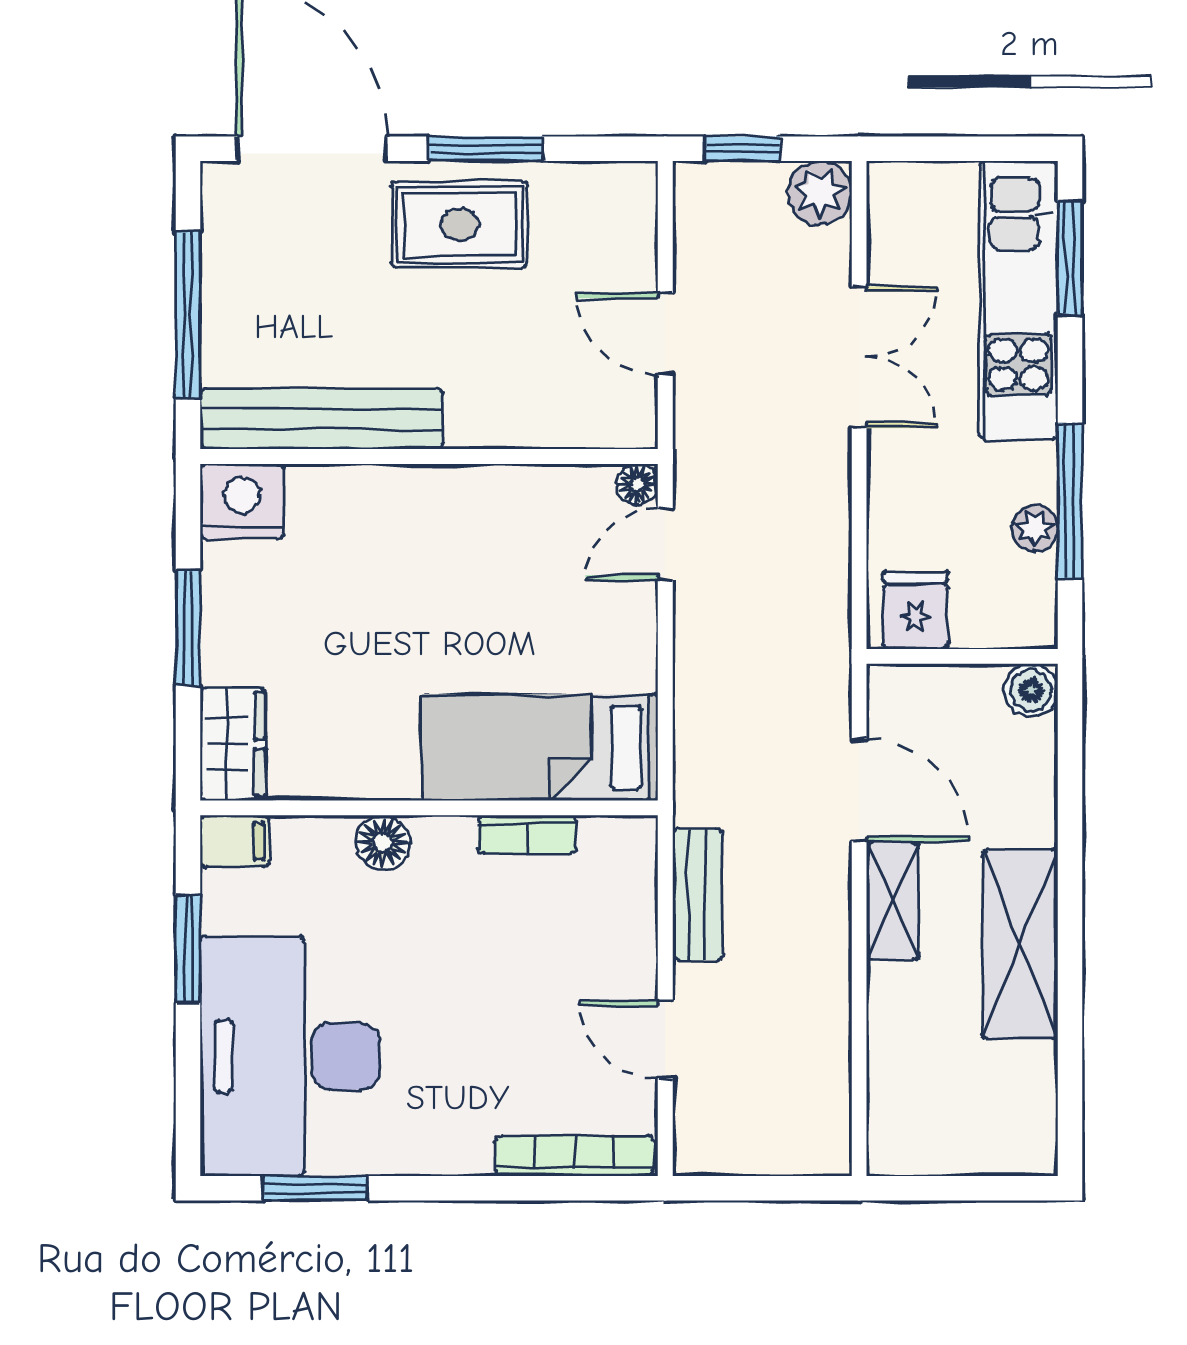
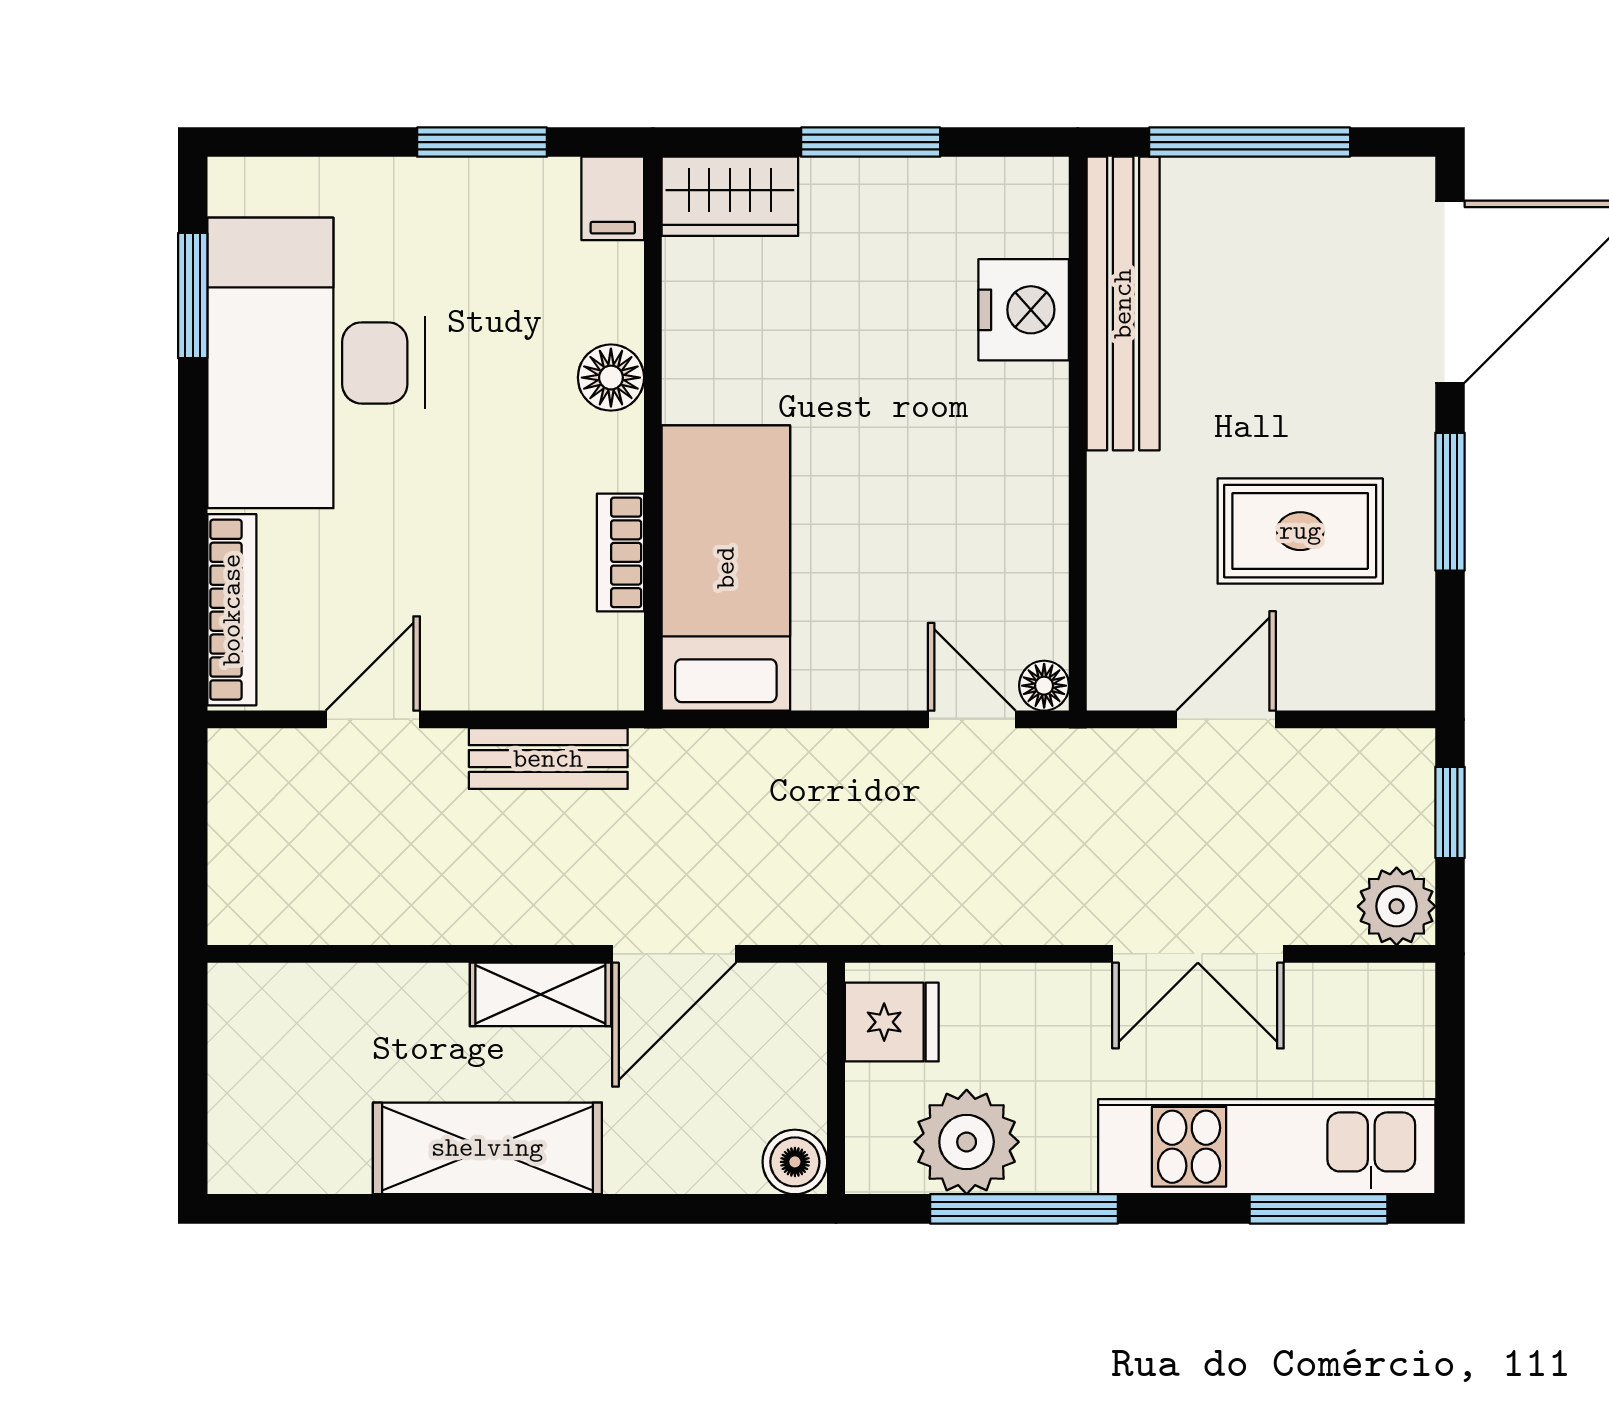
rug: (460, 225) -> (1300, 531), moved, turned 90
nightstand: (242, 501) -> (1024, 310), moved
plant: (1035, 528) -> (967, 1142), width x1.88, depth x1.88
desk: (290, 1056) -> (316, 363), moved, turned -90

